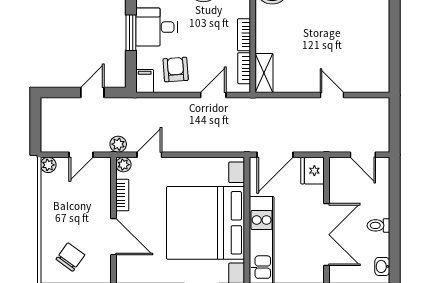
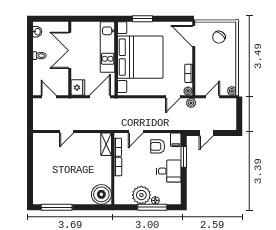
window: (131, 33) -> (184, 157), moved
armchair: (176, 70) -> (158, 146), turned 94
door: (332, 95) -> (67, 132), hinge flipped
door: (114, 237) -> (194, 36), moved

